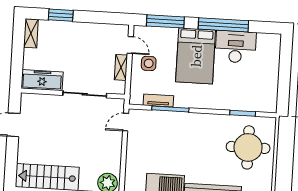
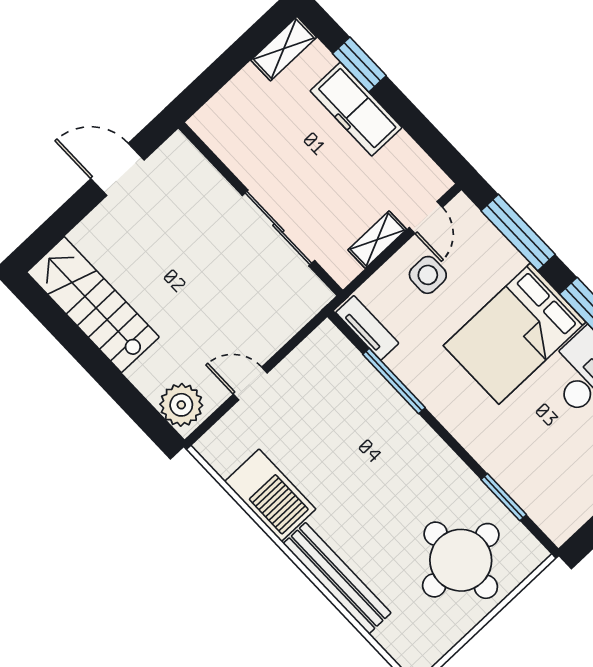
freezer: (42, 80) -> (356, 109), moved, turned 180
tv unit: (158, 100) -> (367, 328), moved
door: (126, 122) -> (250, 384), moved

